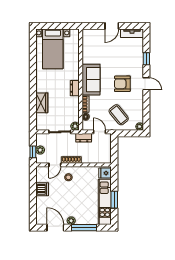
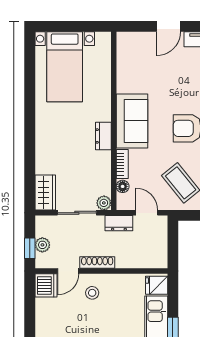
wardrobe: (42, 103) -> (45, 192), moved
dishwasher: (42, 189) -> (46, 285), moved

